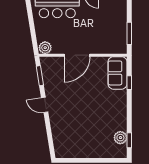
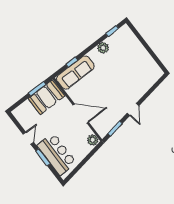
booth: (115, 36) -> (46, 97), added
sofa: (117, 73) -> (75, 72), width x1.36
plant: (120, 138) -> (103, 48), moved

